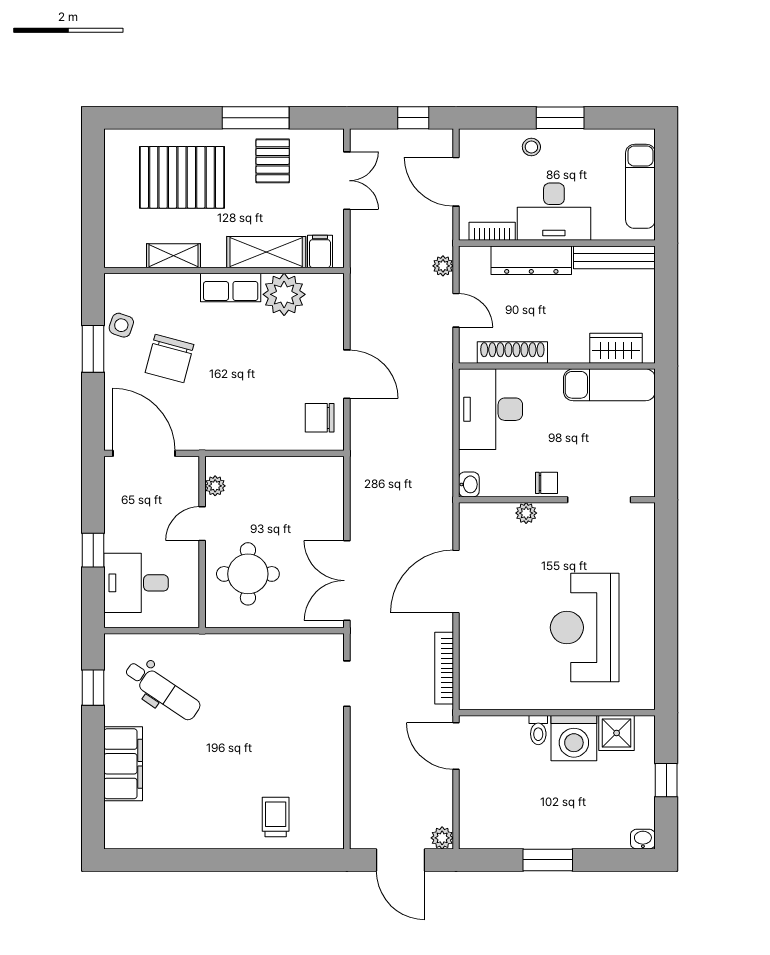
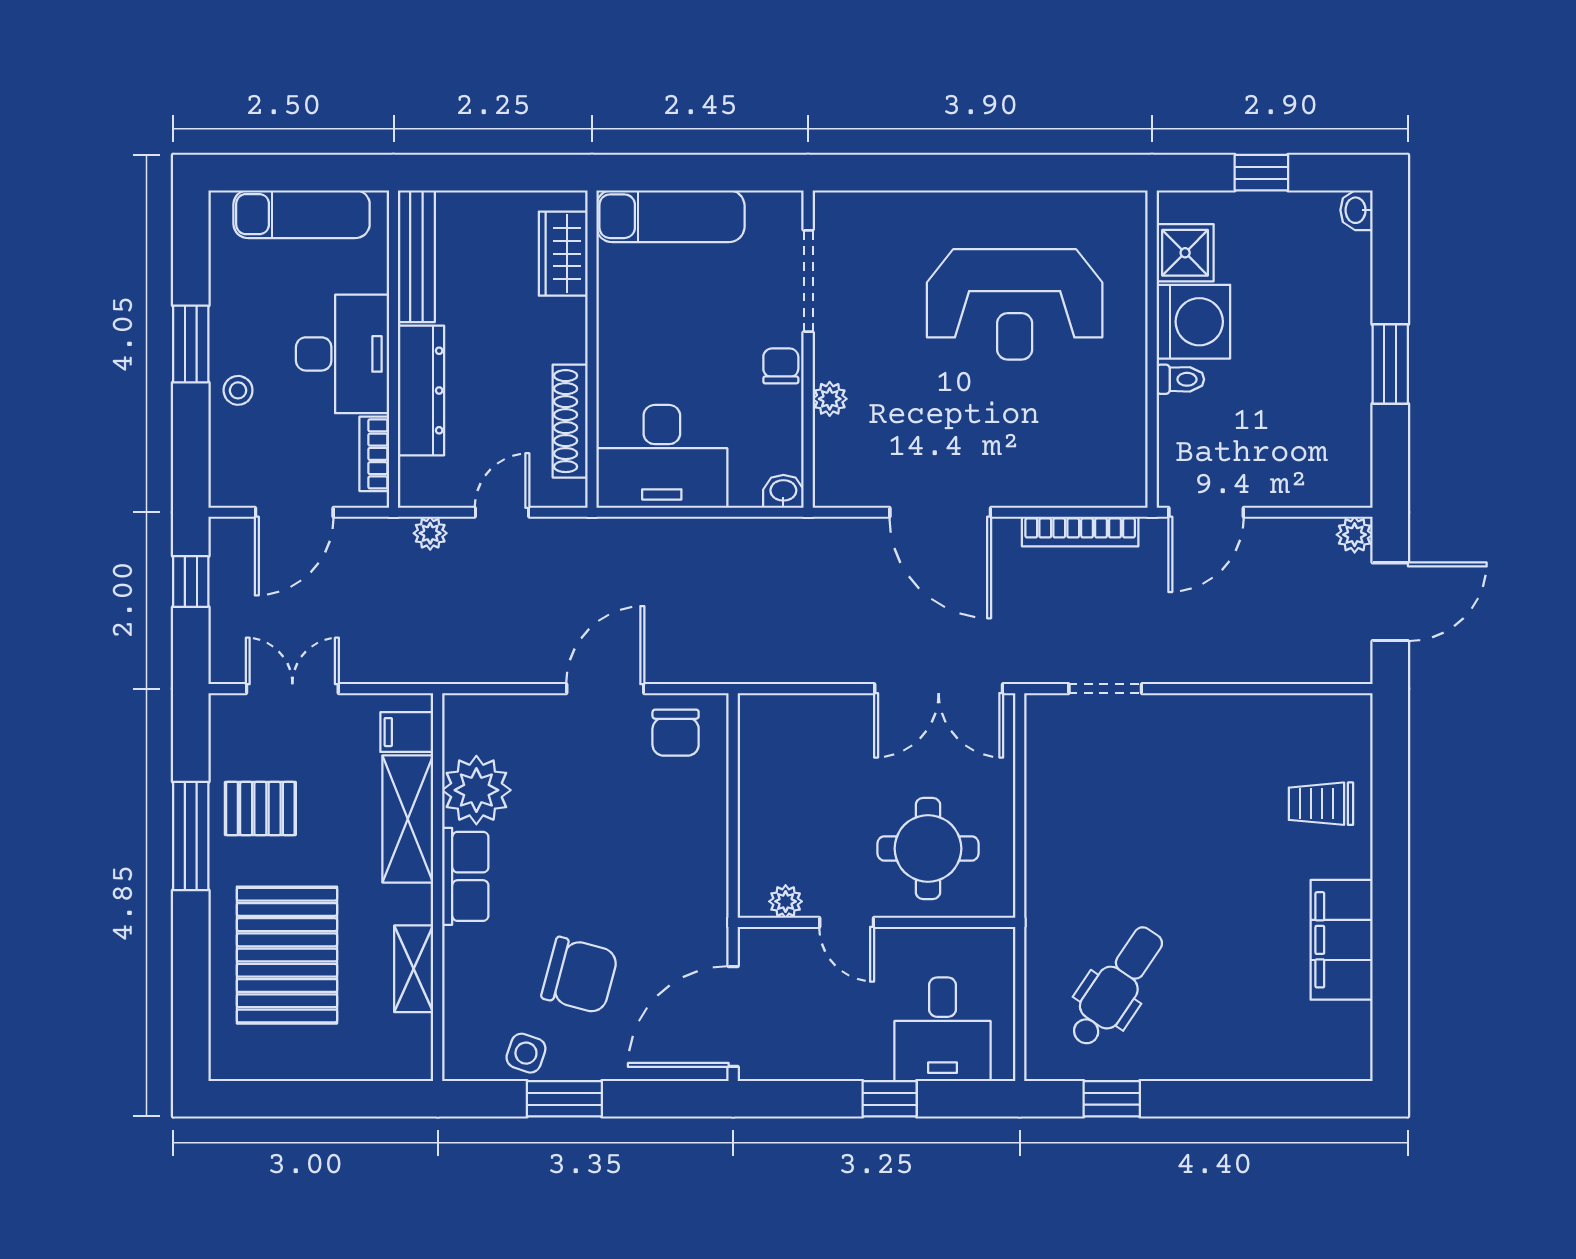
exam couch: (609, 385) -> (670, 216), moved, turned 90
filing cabinet: (123, 764) -> (1342, 940), moved, turned -90

